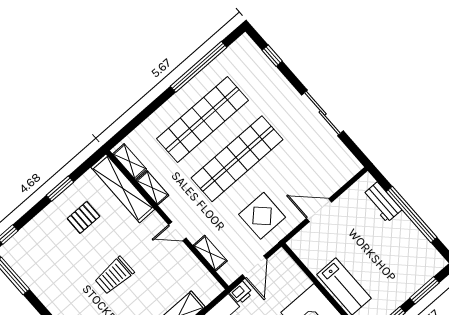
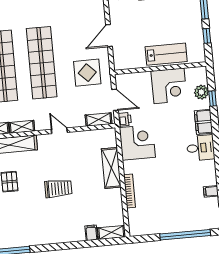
door: (177, 231) -> (59, 131), swing flipped
shelving: (210, 253) -> (99, 119), moved
trolley: (114, 275) -> (58, 189), turned -90

